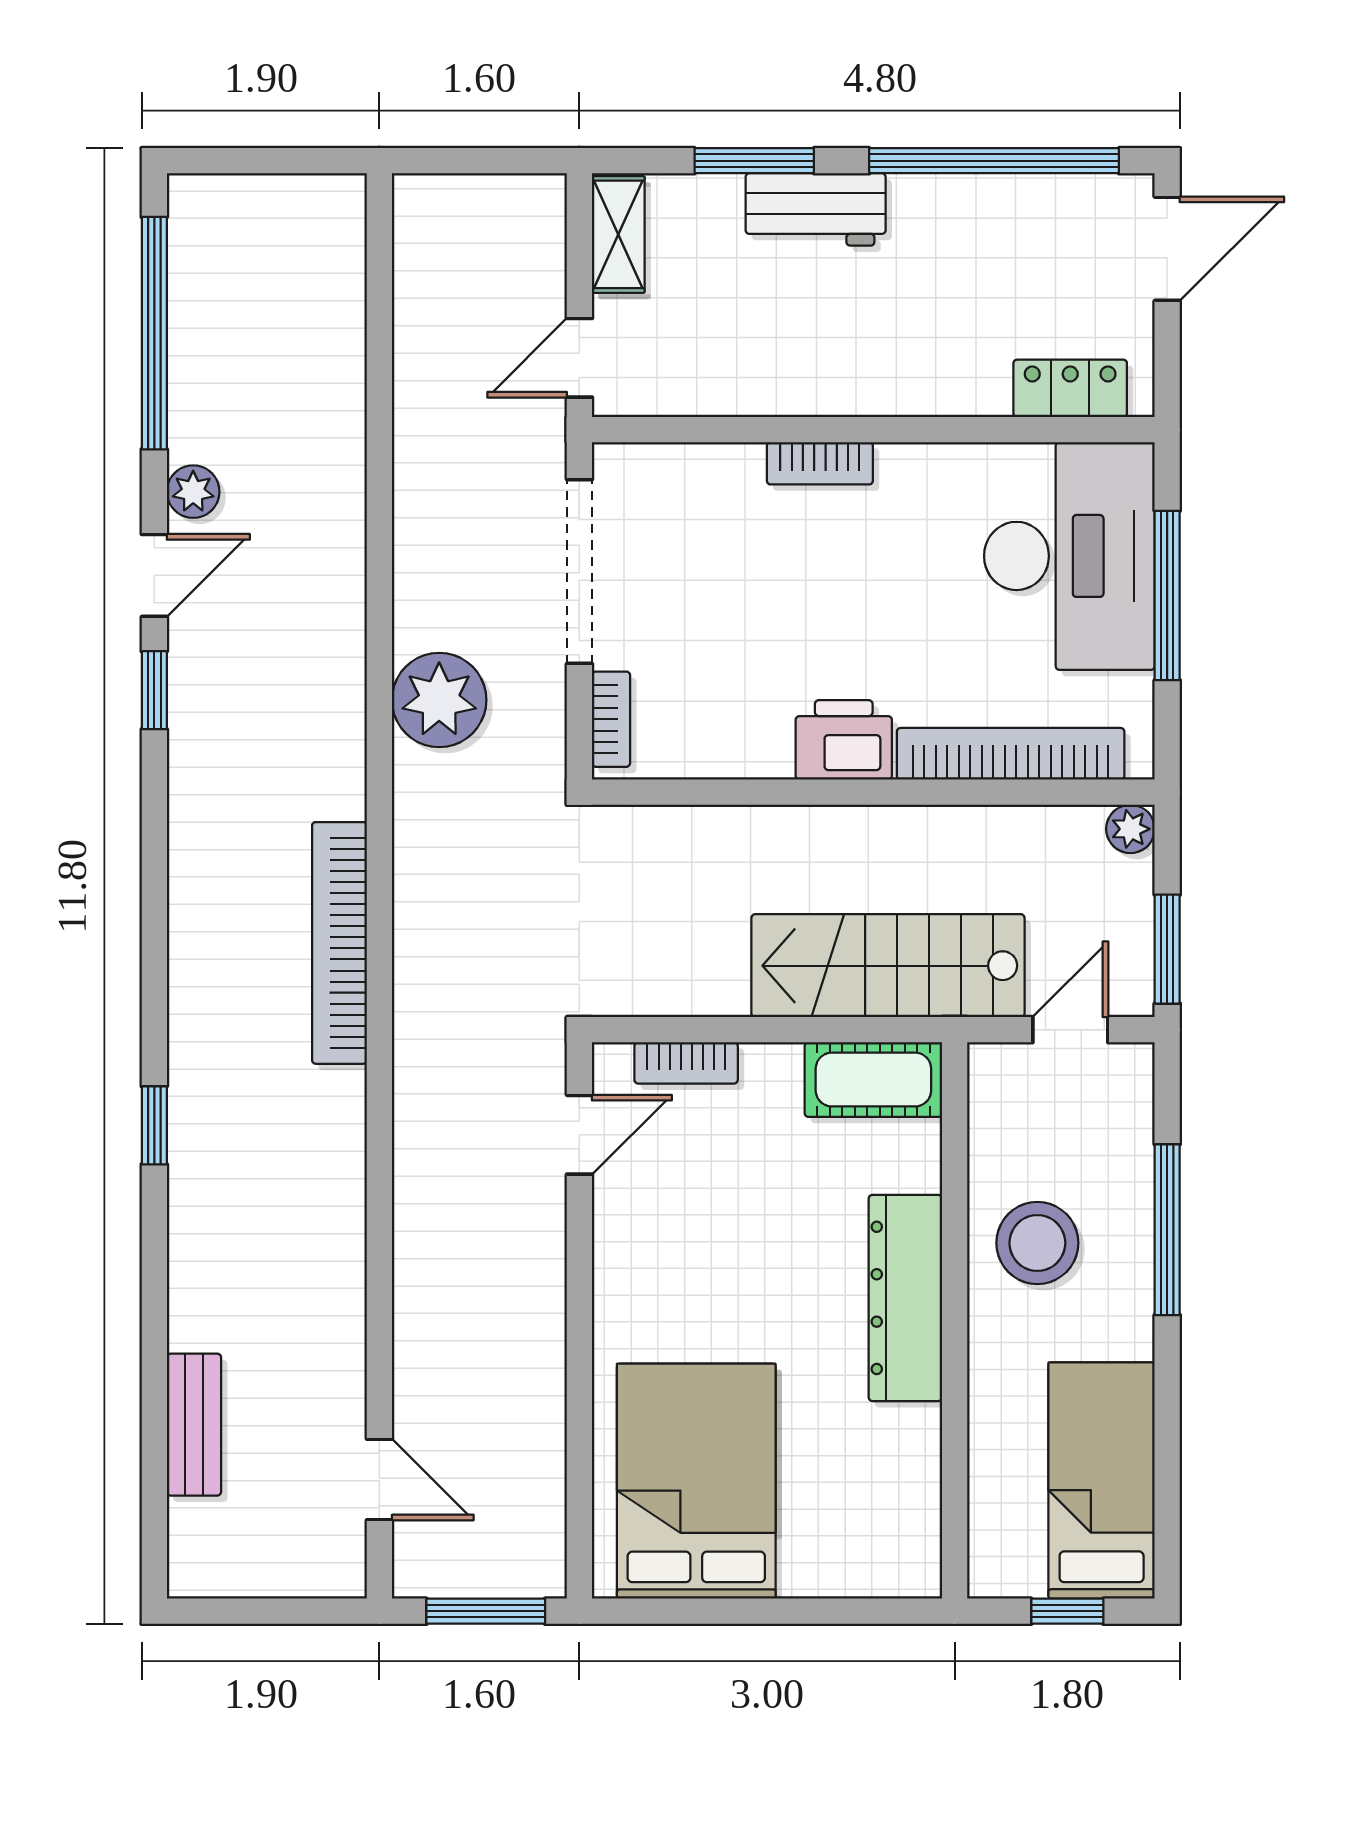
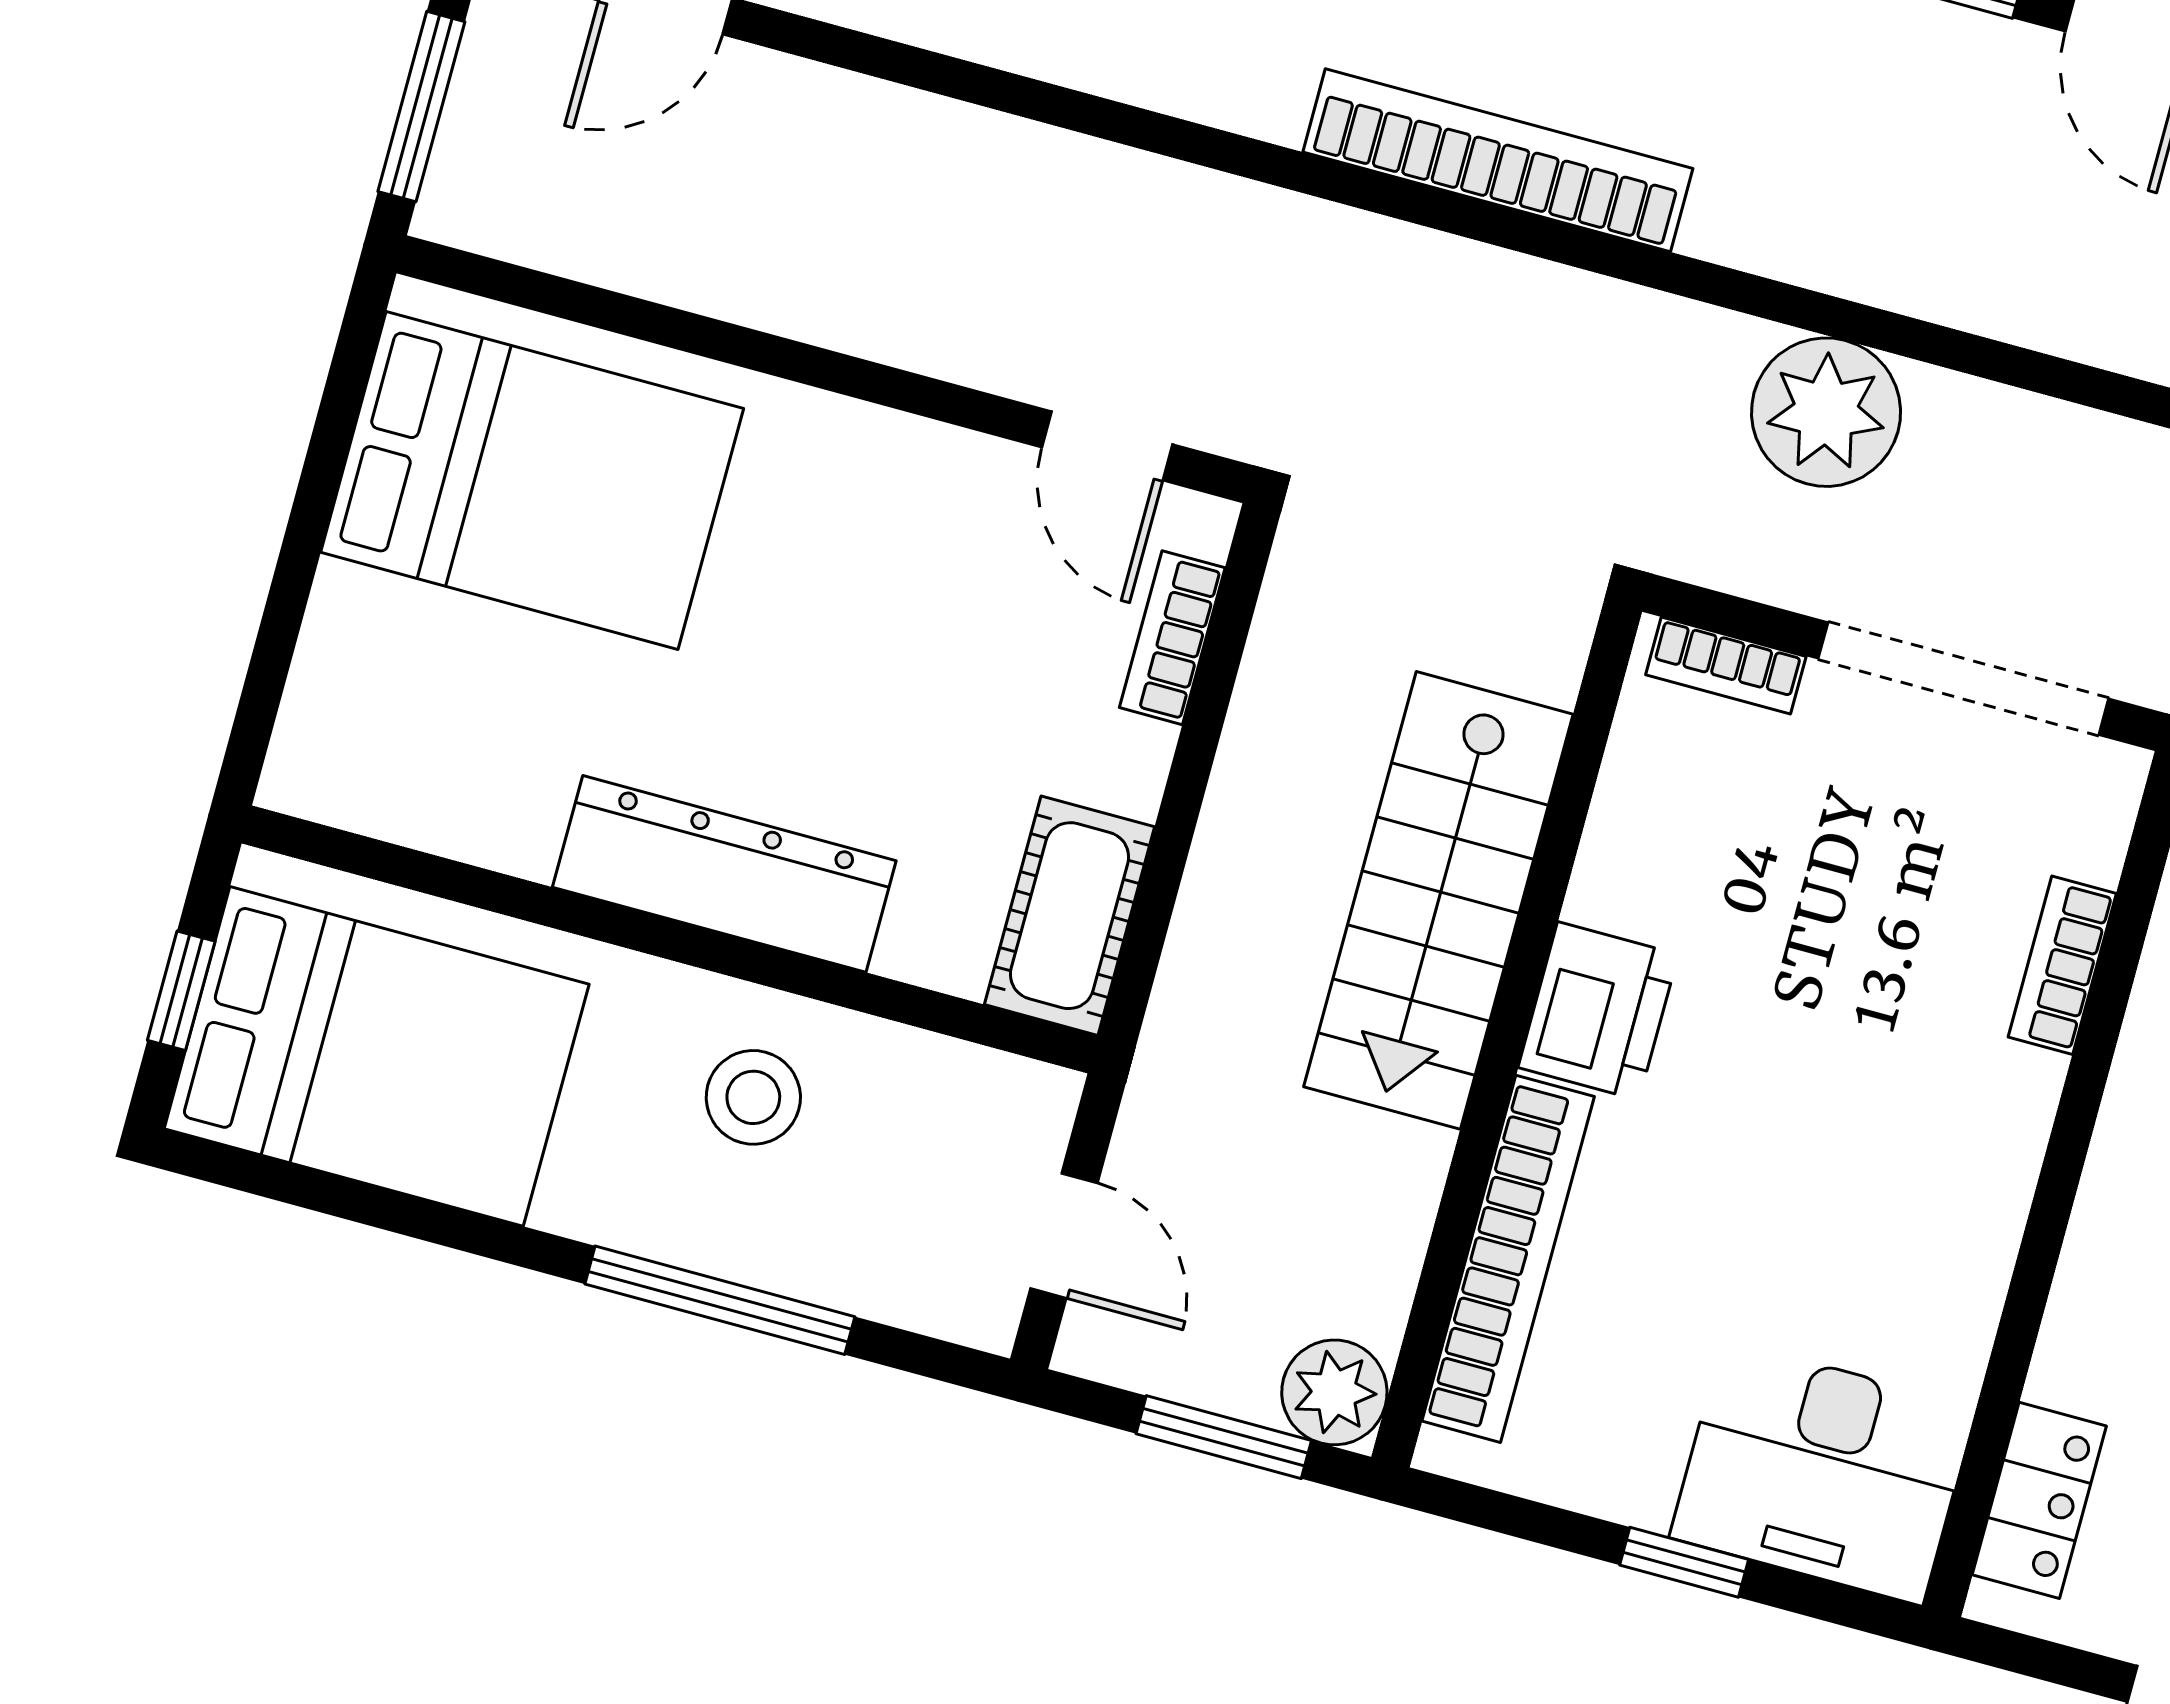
bookcase: (820, 463) -> (2062, 965), moved
desk: (1069, 556) -> (1823, 1472), width x0.73, depth x0.77
window: (1167, 595) -> (1684, 1562), width x0.46
plant: (1130, 829) -> (1334, 1392), width x1.38, depth x1.38
window: (1167, 949) -> (1224, 1437), moved
stairs: (888, 966) -> (1438, 900), moved, turned 180
stool: (1037, 1243) -> (753, 1097), width x0.73, depth x0.73
bed: (1102, 1481) -> (377, 1056), width x1.50

